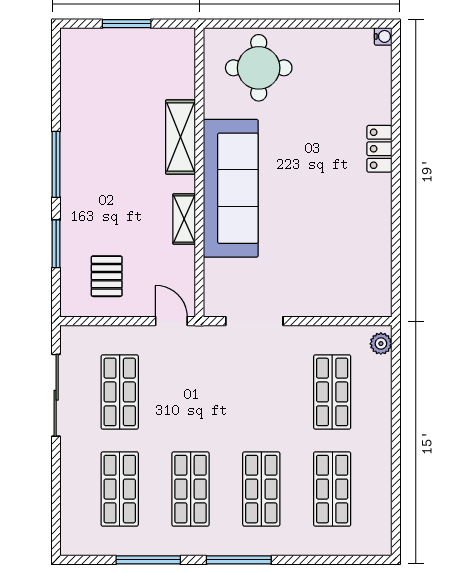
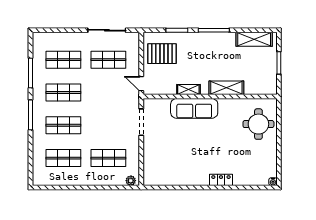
shelving: (76, 77) -> (254, 39), added
sofa: (231, 188) -> (194, 108), width x0.74, depth x0.79
pallet: (107, 276) -> (162, 54), width x1.50, depth x1.42
door: (171, 321) -> (141, 84), swing flipped

